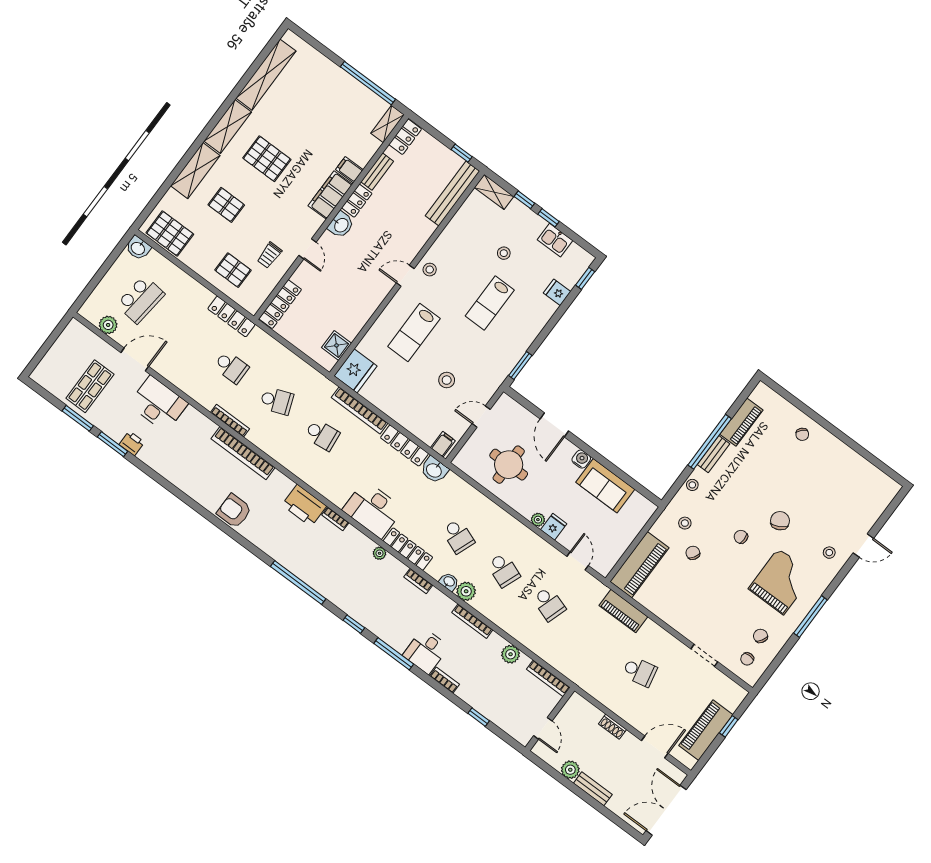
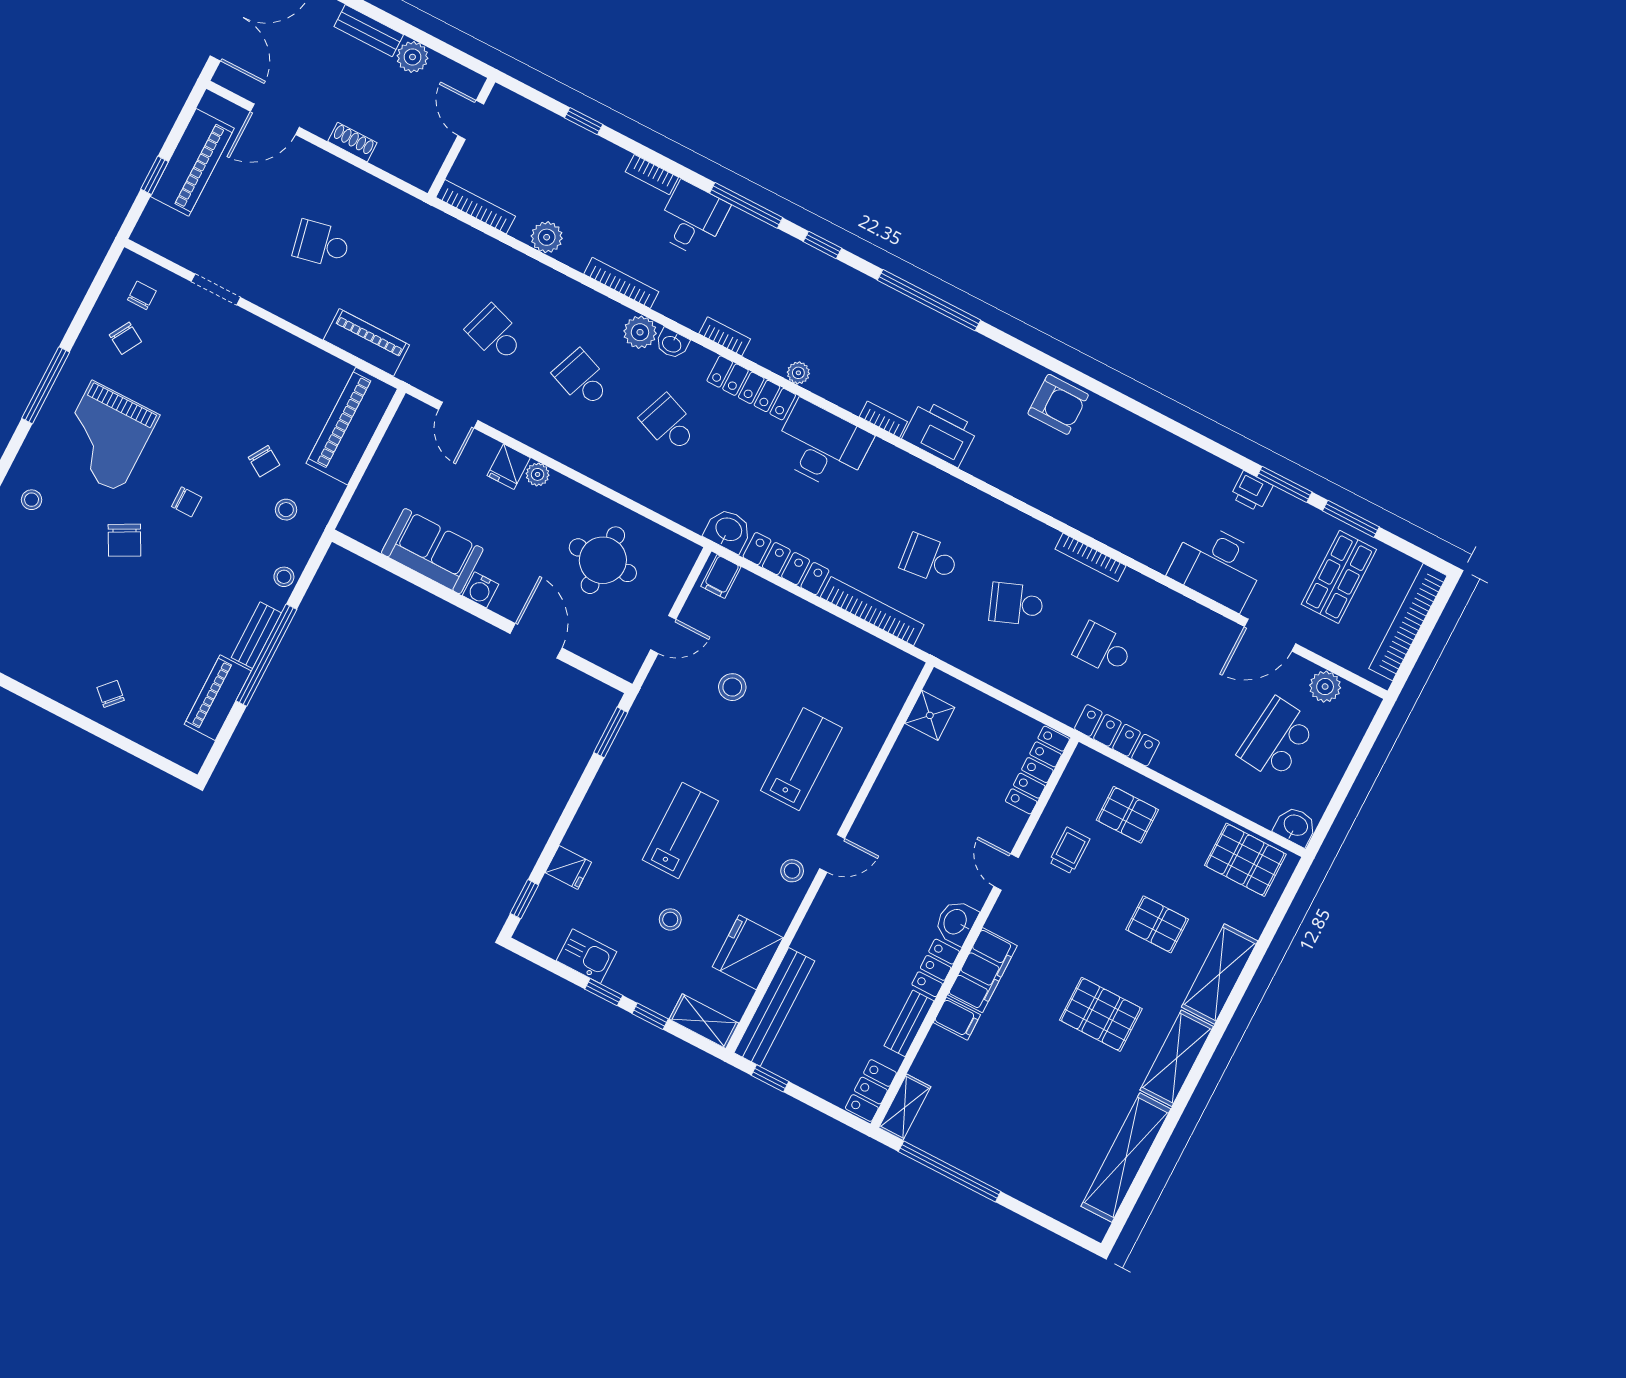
fridge: (356, 371) -> (748, 952), moved
bookcase: (243, 453) -> (1408, 622), moved, turned -90

